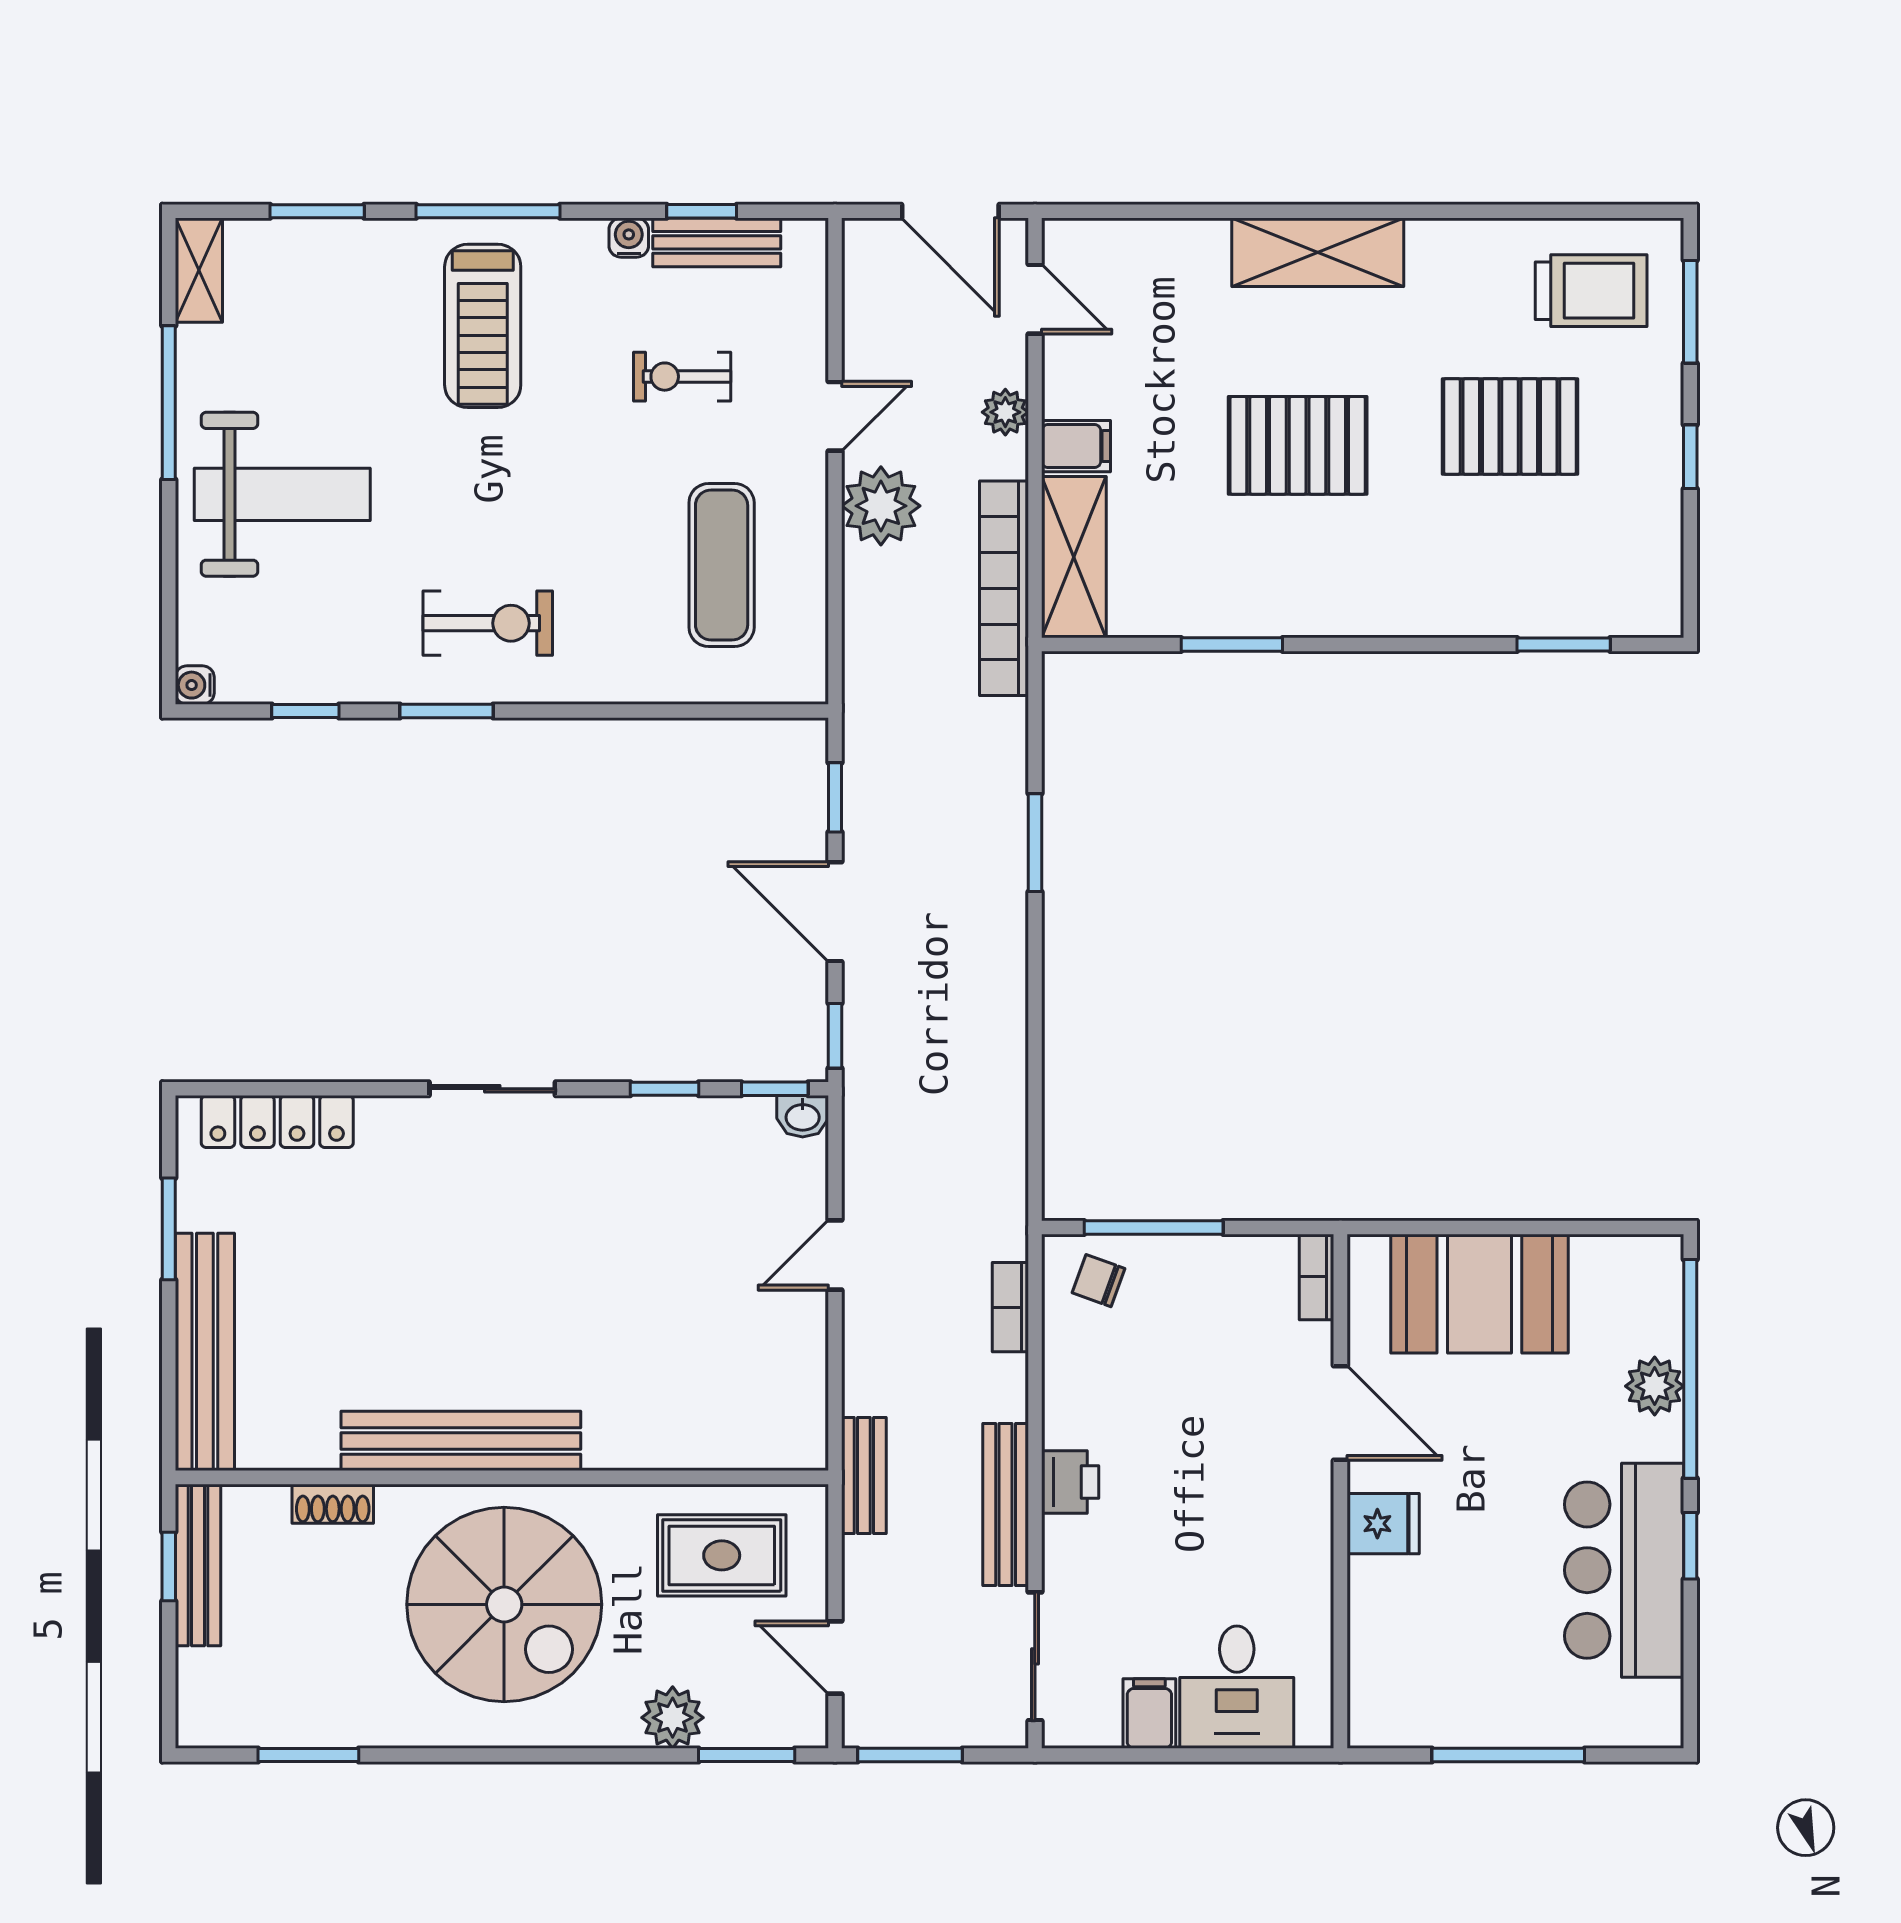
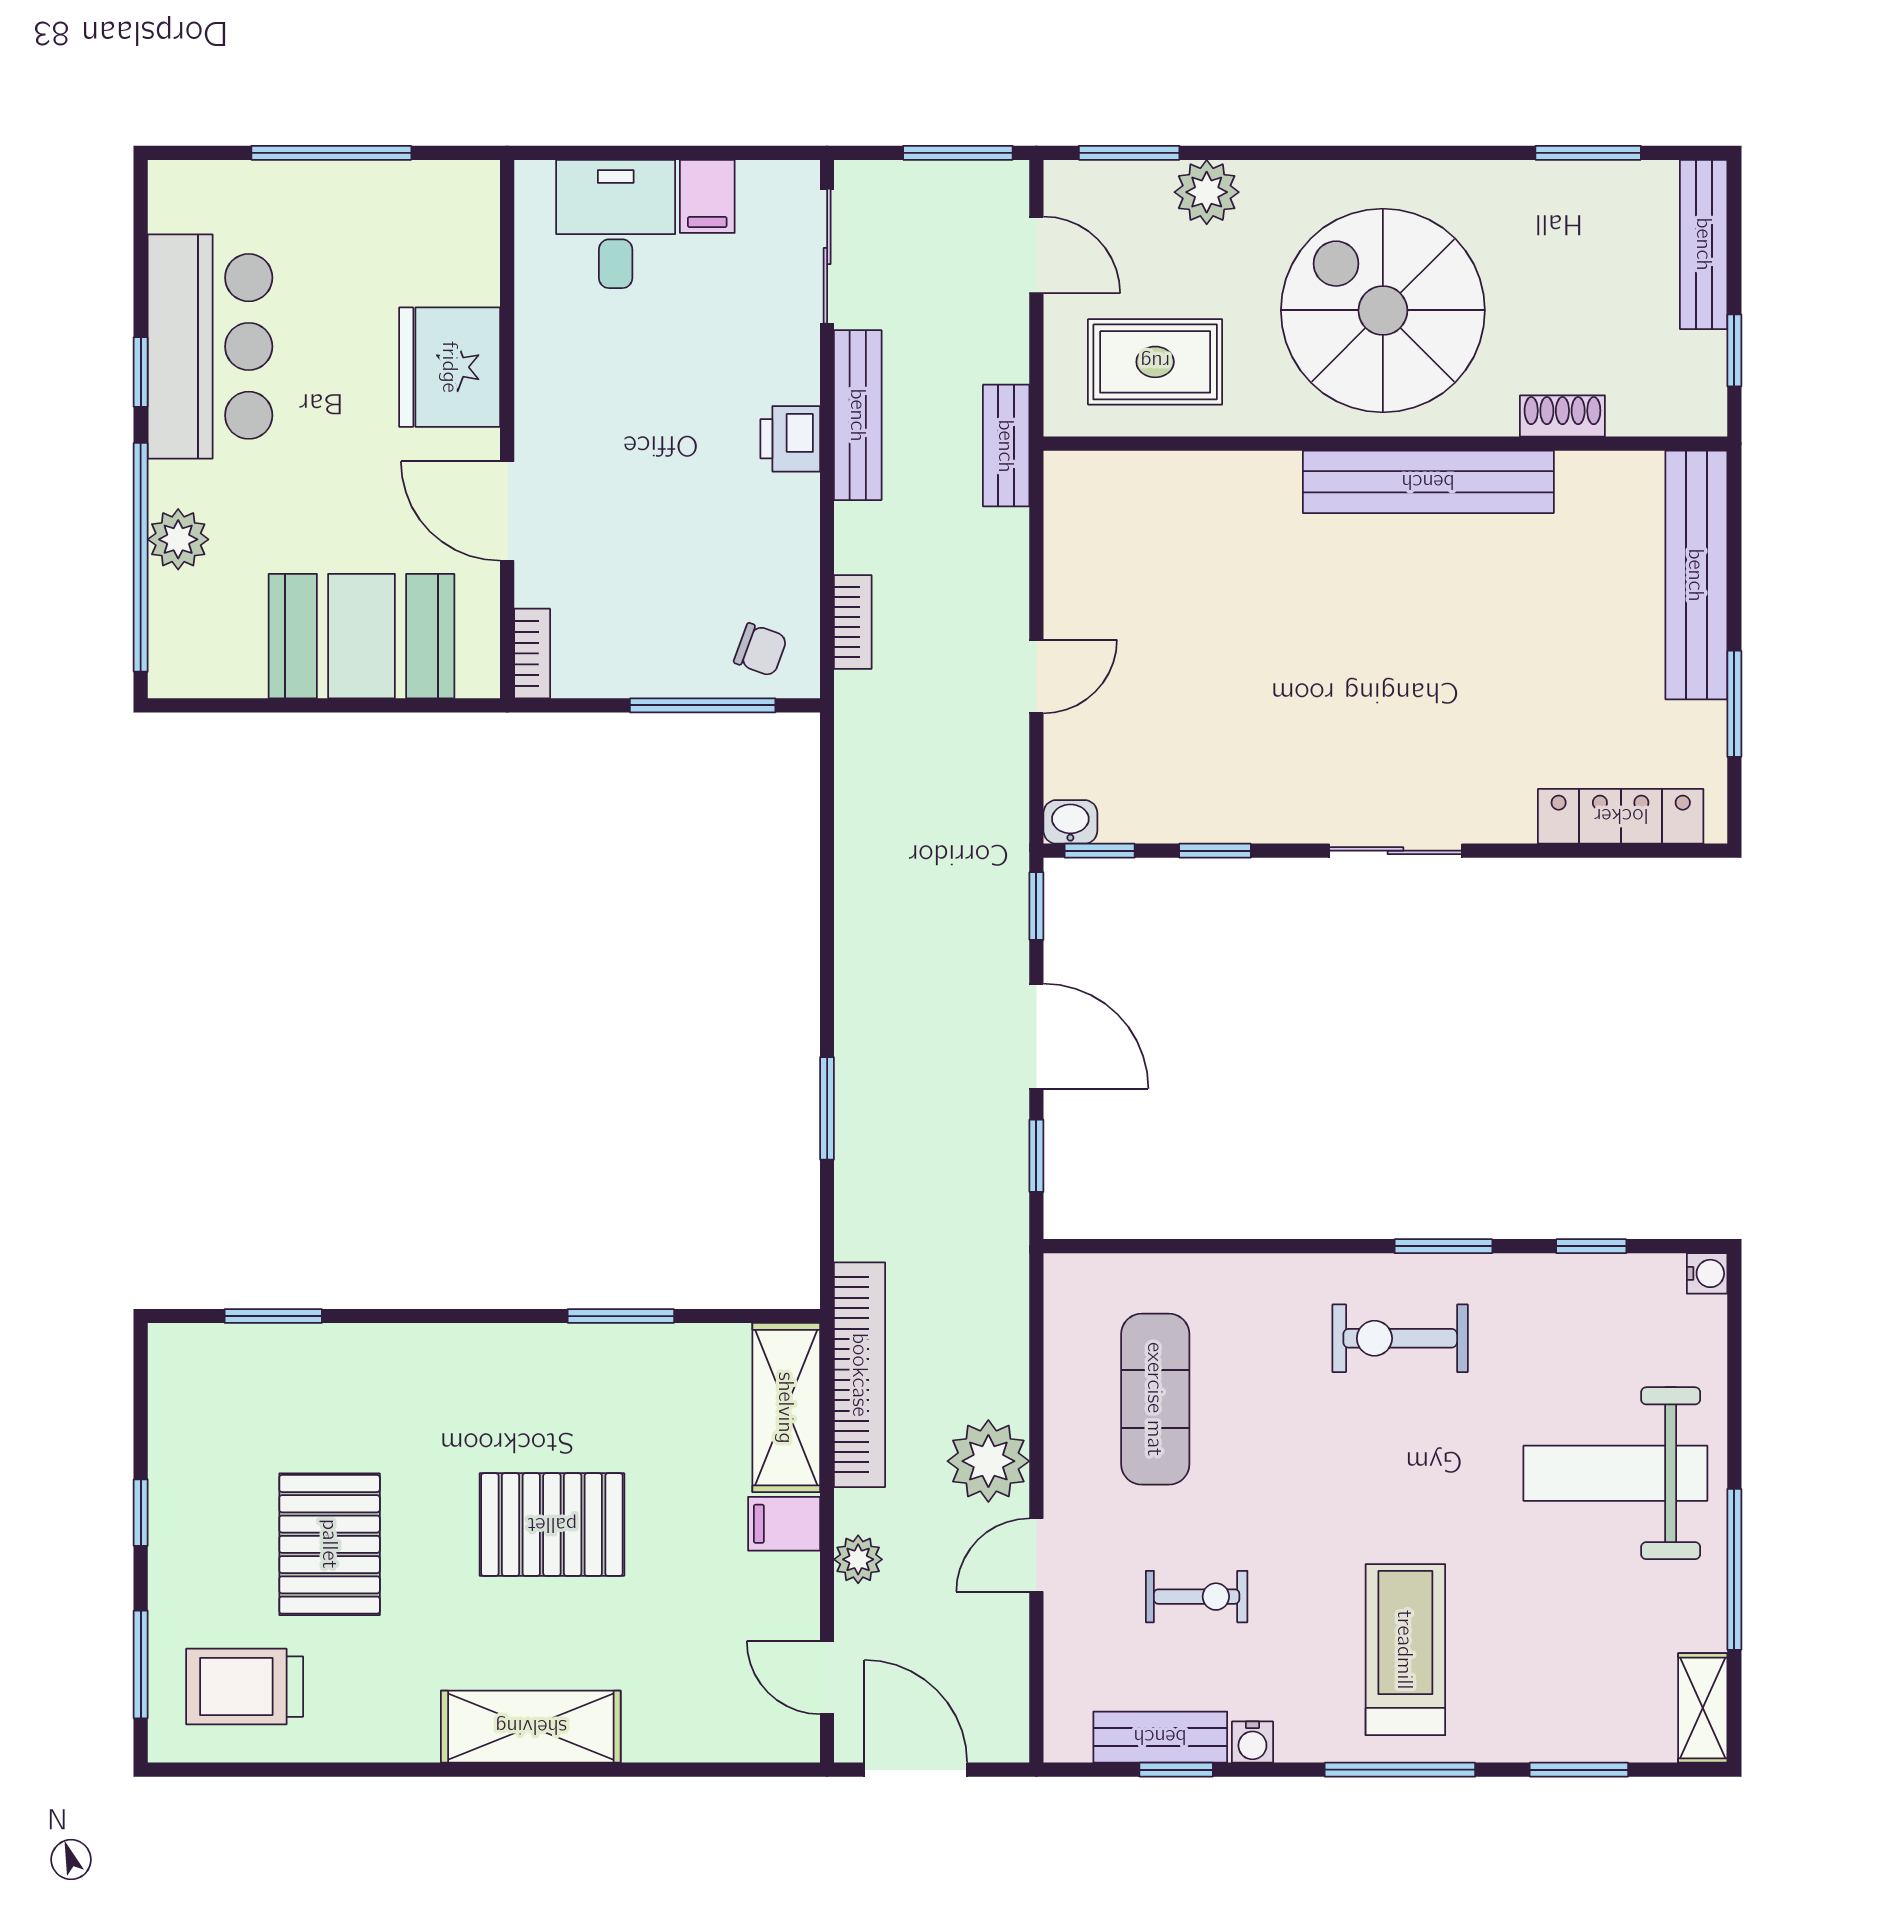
pallet: (1510, 426) -> (330, 1544), turned 90
fridge: (1383, 1524) -> (450, 367), width x1.88, depth x1.34
bench: (198, 1565) -> (1704, 244), moved

